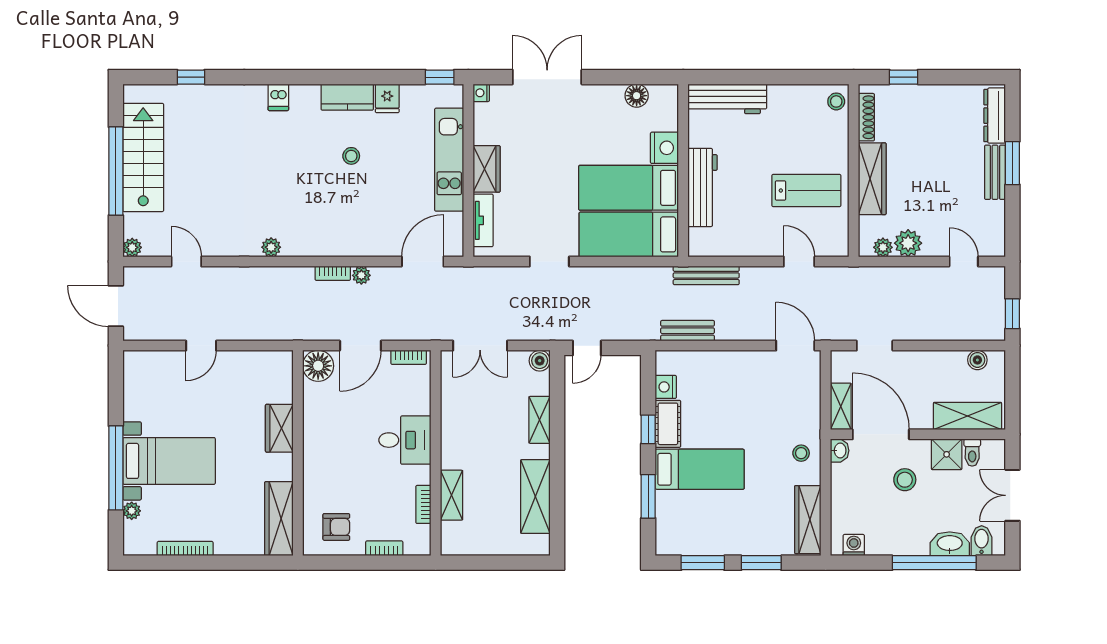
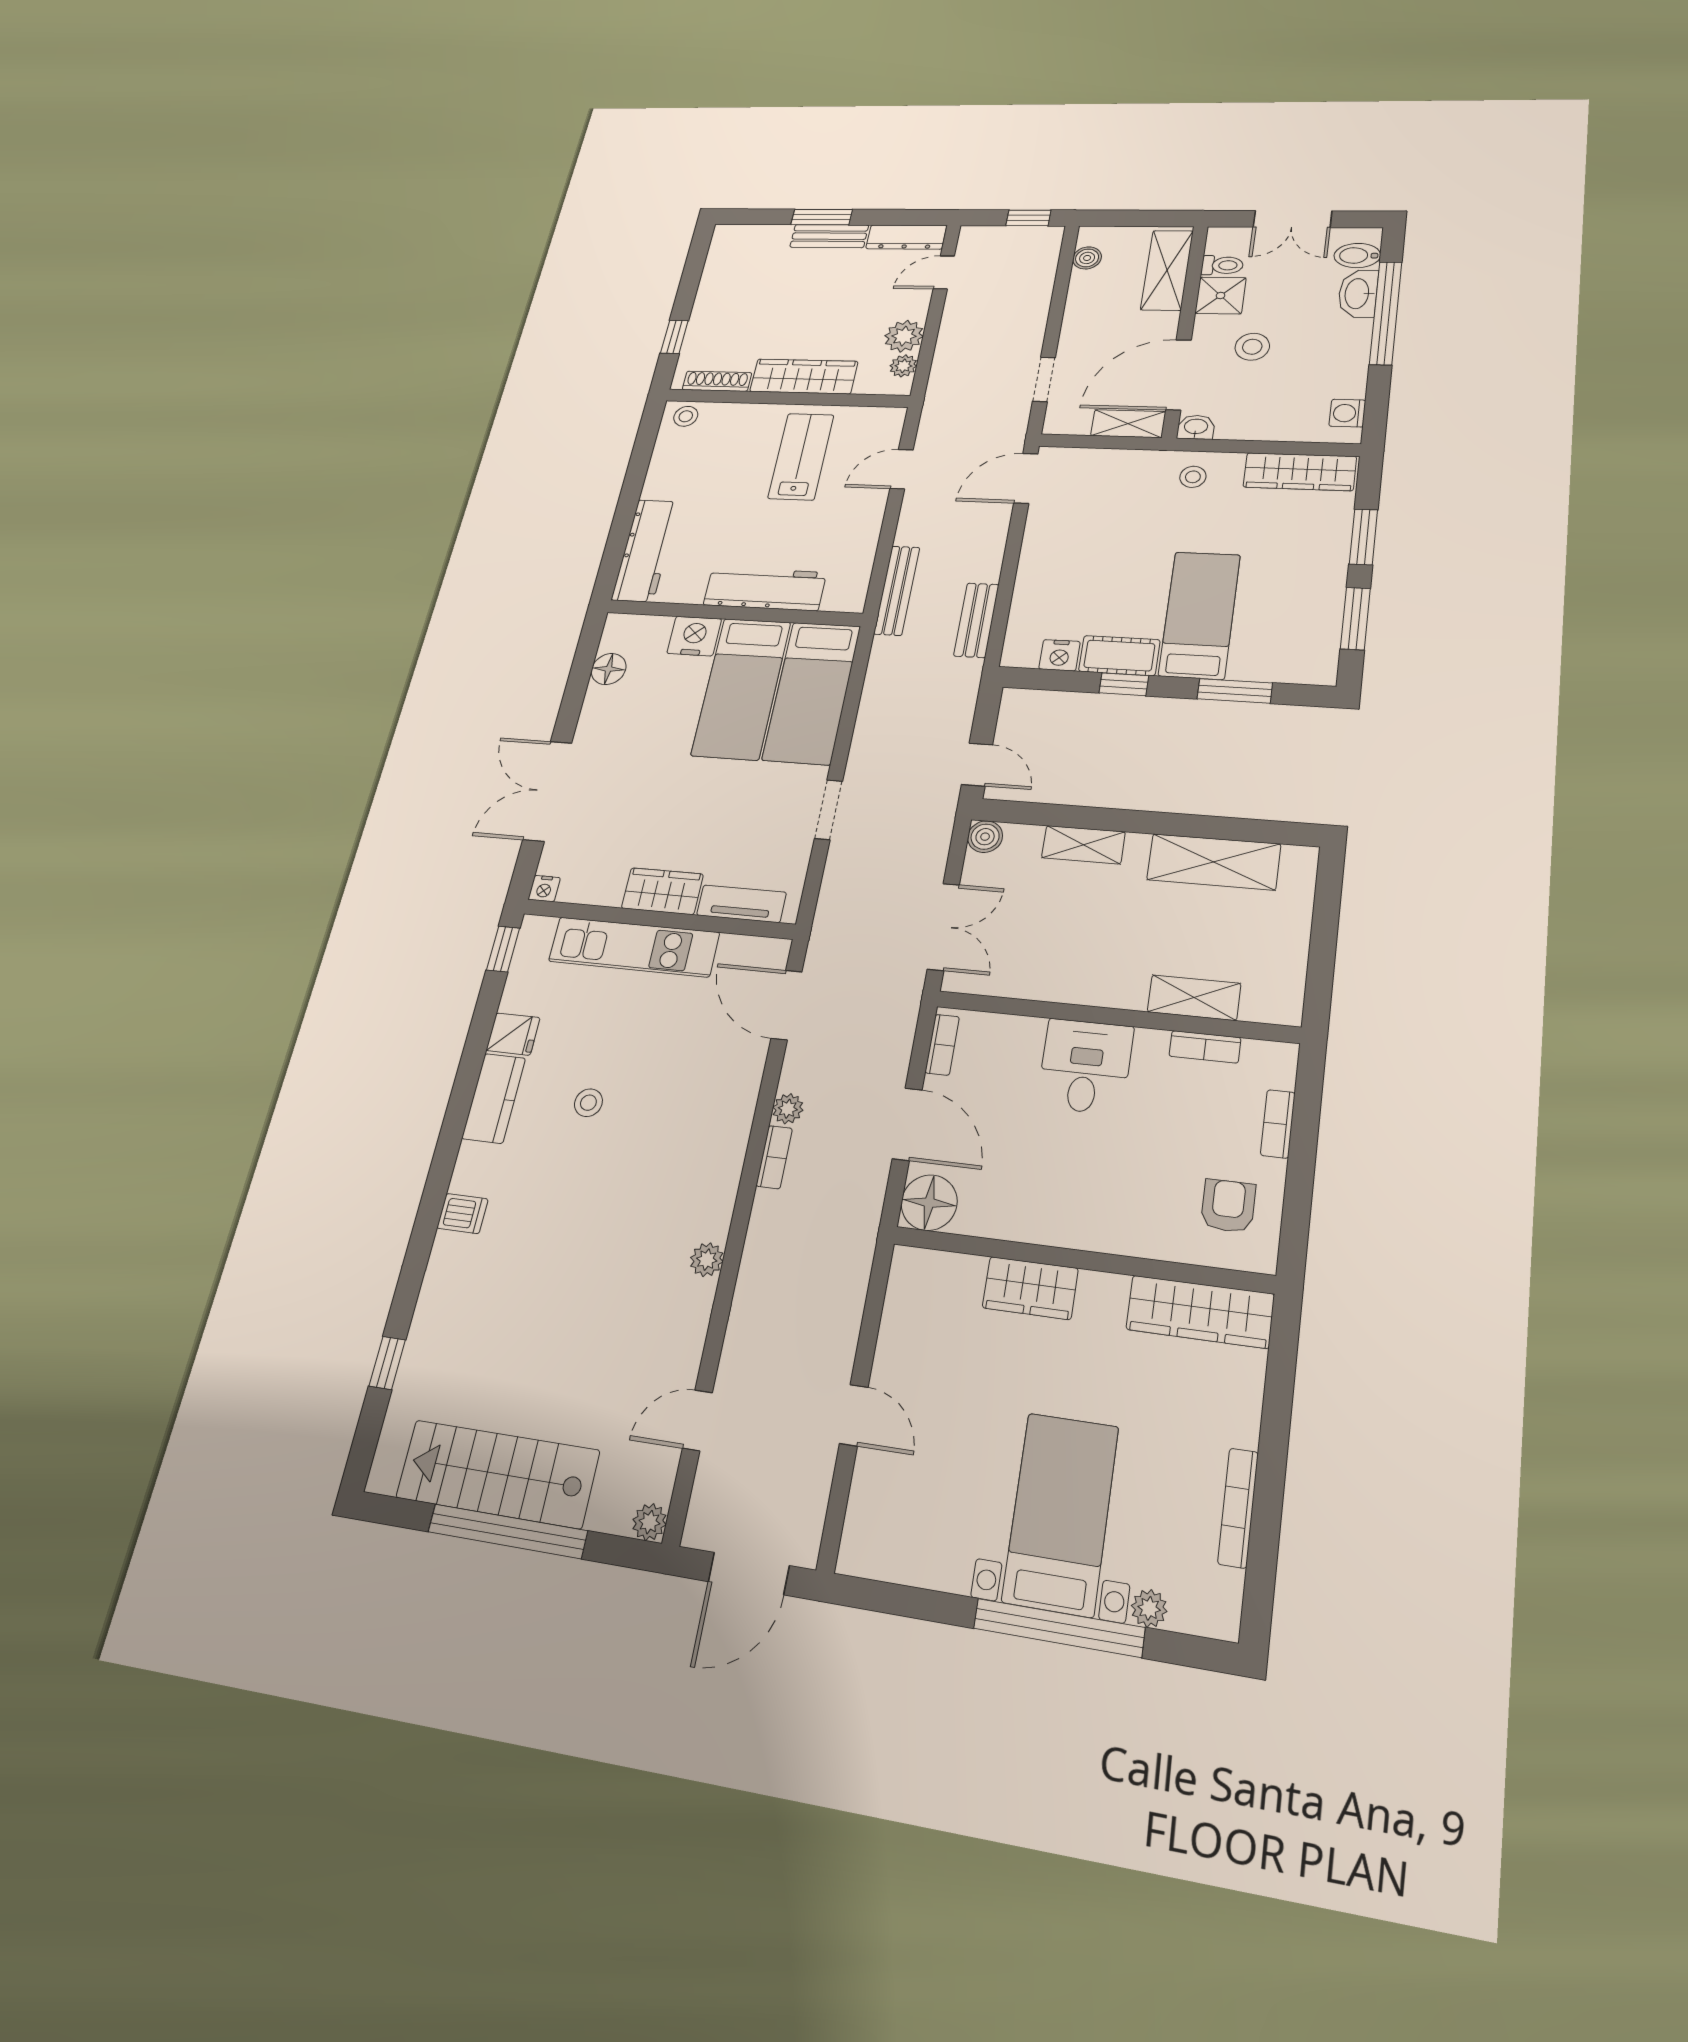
dresser: (995, 116) -> (906, 237), moved

